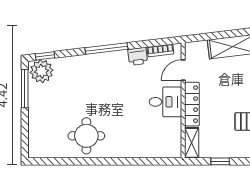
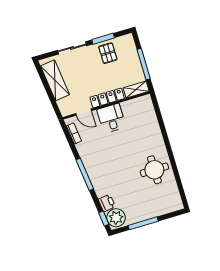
printer: (138, 56) -> (107, 203), moved
window: (25, 89) -> (143, 223), moved
window: (220, 161) -> (144, 64), width x2.17

